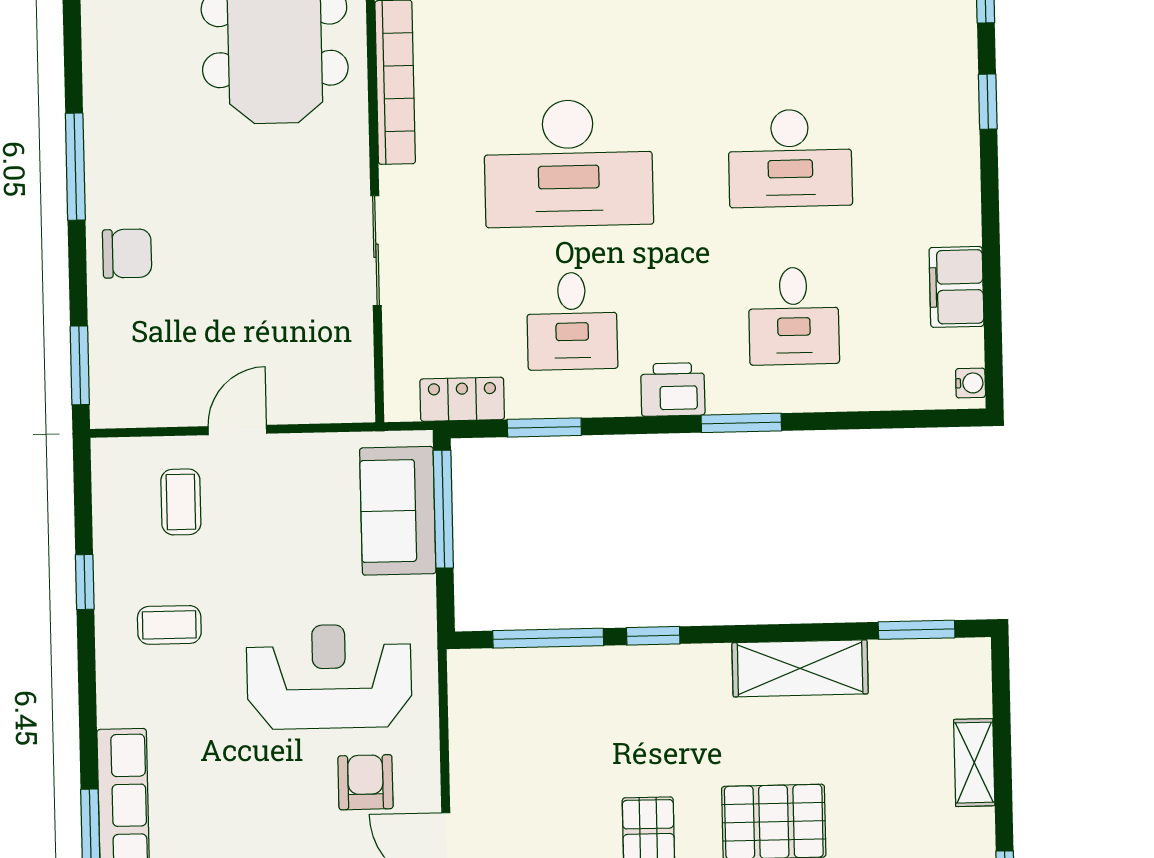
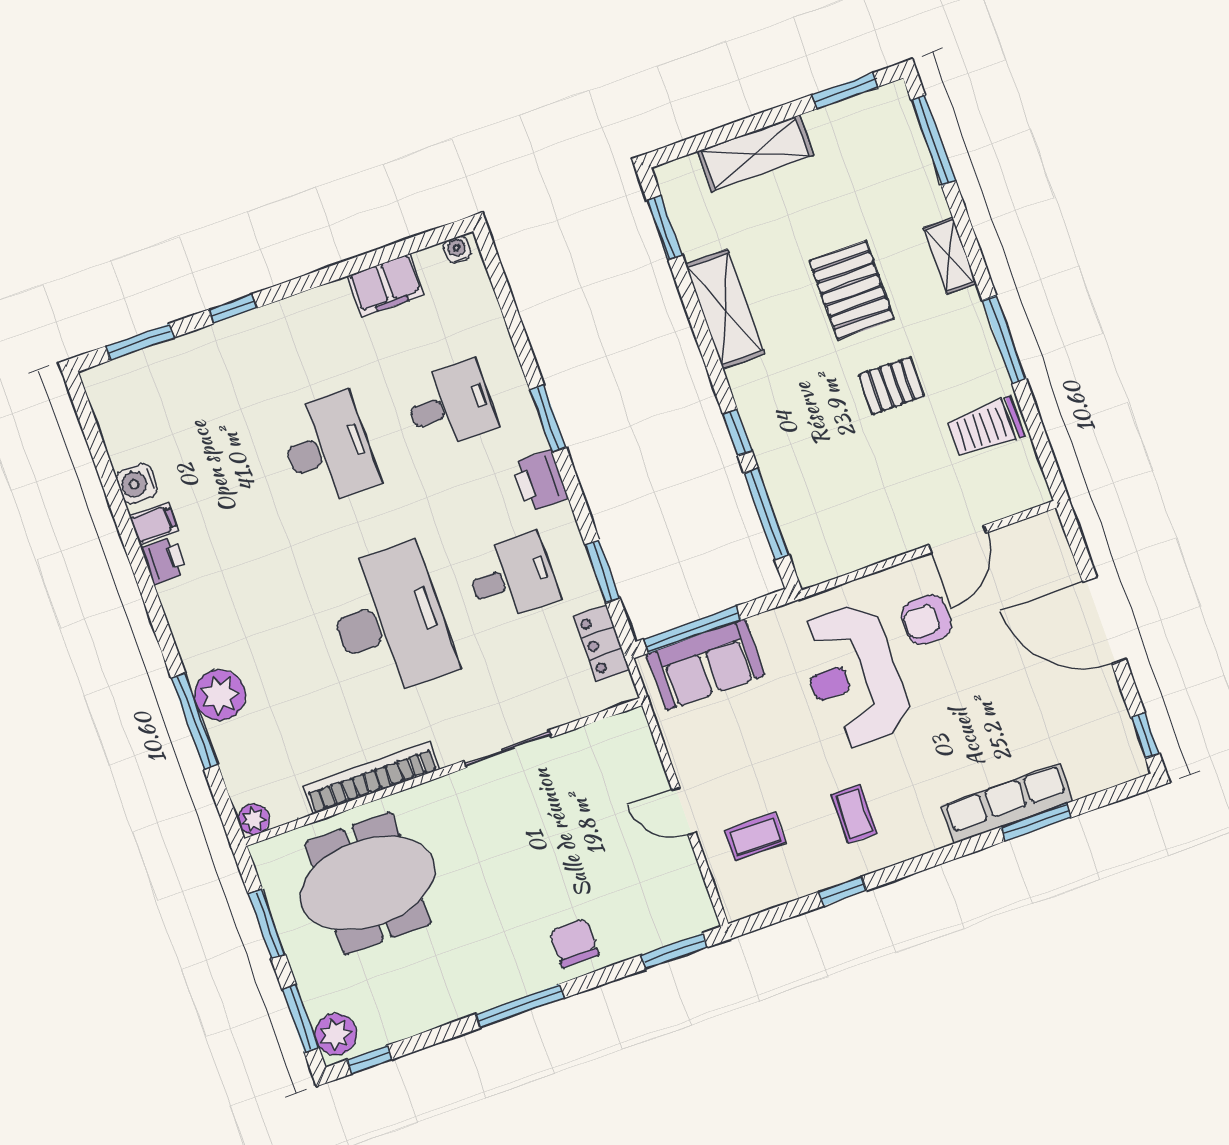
shelving: (974, 763) -> (755, 153), width x1.50, depth x1.33

